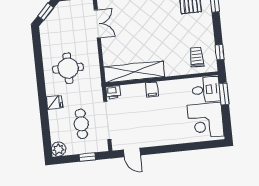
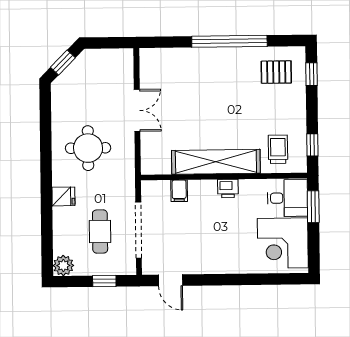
double door: (97, 24) -> (137, 110), moved
shelving: (134, 72) -> (216, 162), moved
filing cabinet: (152, 89) -> (179, 191), moved
printer: (113, 92) -> (228, 189), moved

